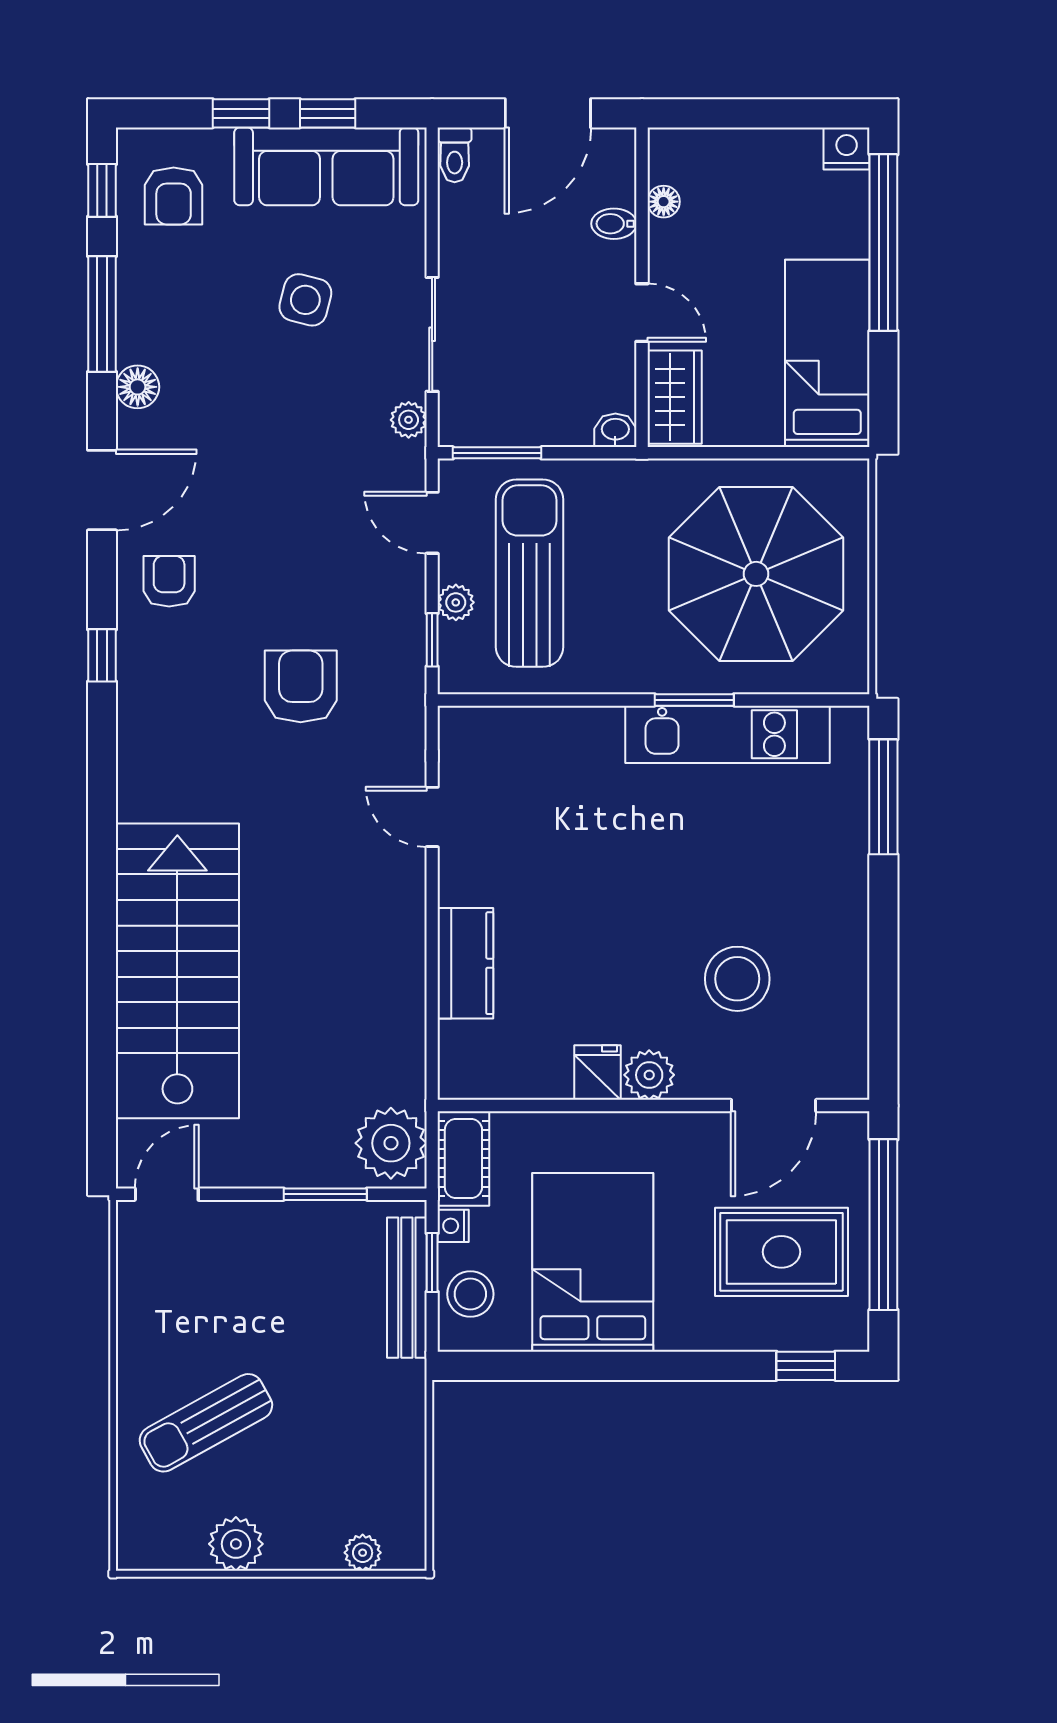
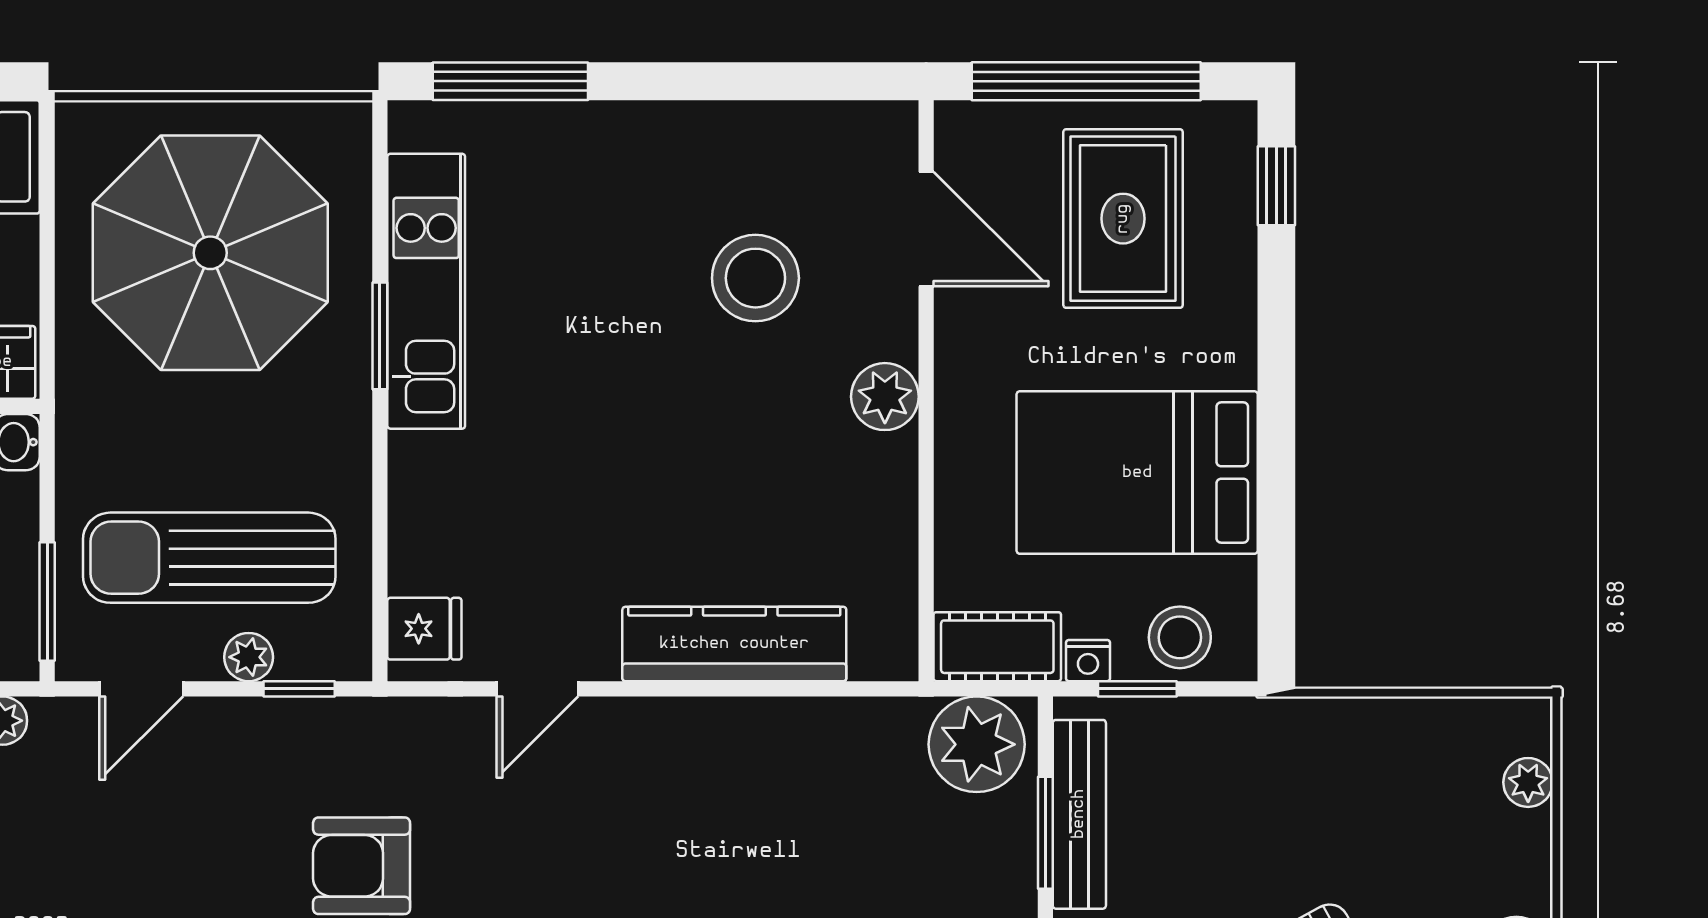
kitchen counter: (465, 963) -> (734, 644), width x1.50
fridge: (597, 1073) -> (424, 629), moved, turned 180
bench: (407, 1288) -> (1079, 814), moved, turned 90

